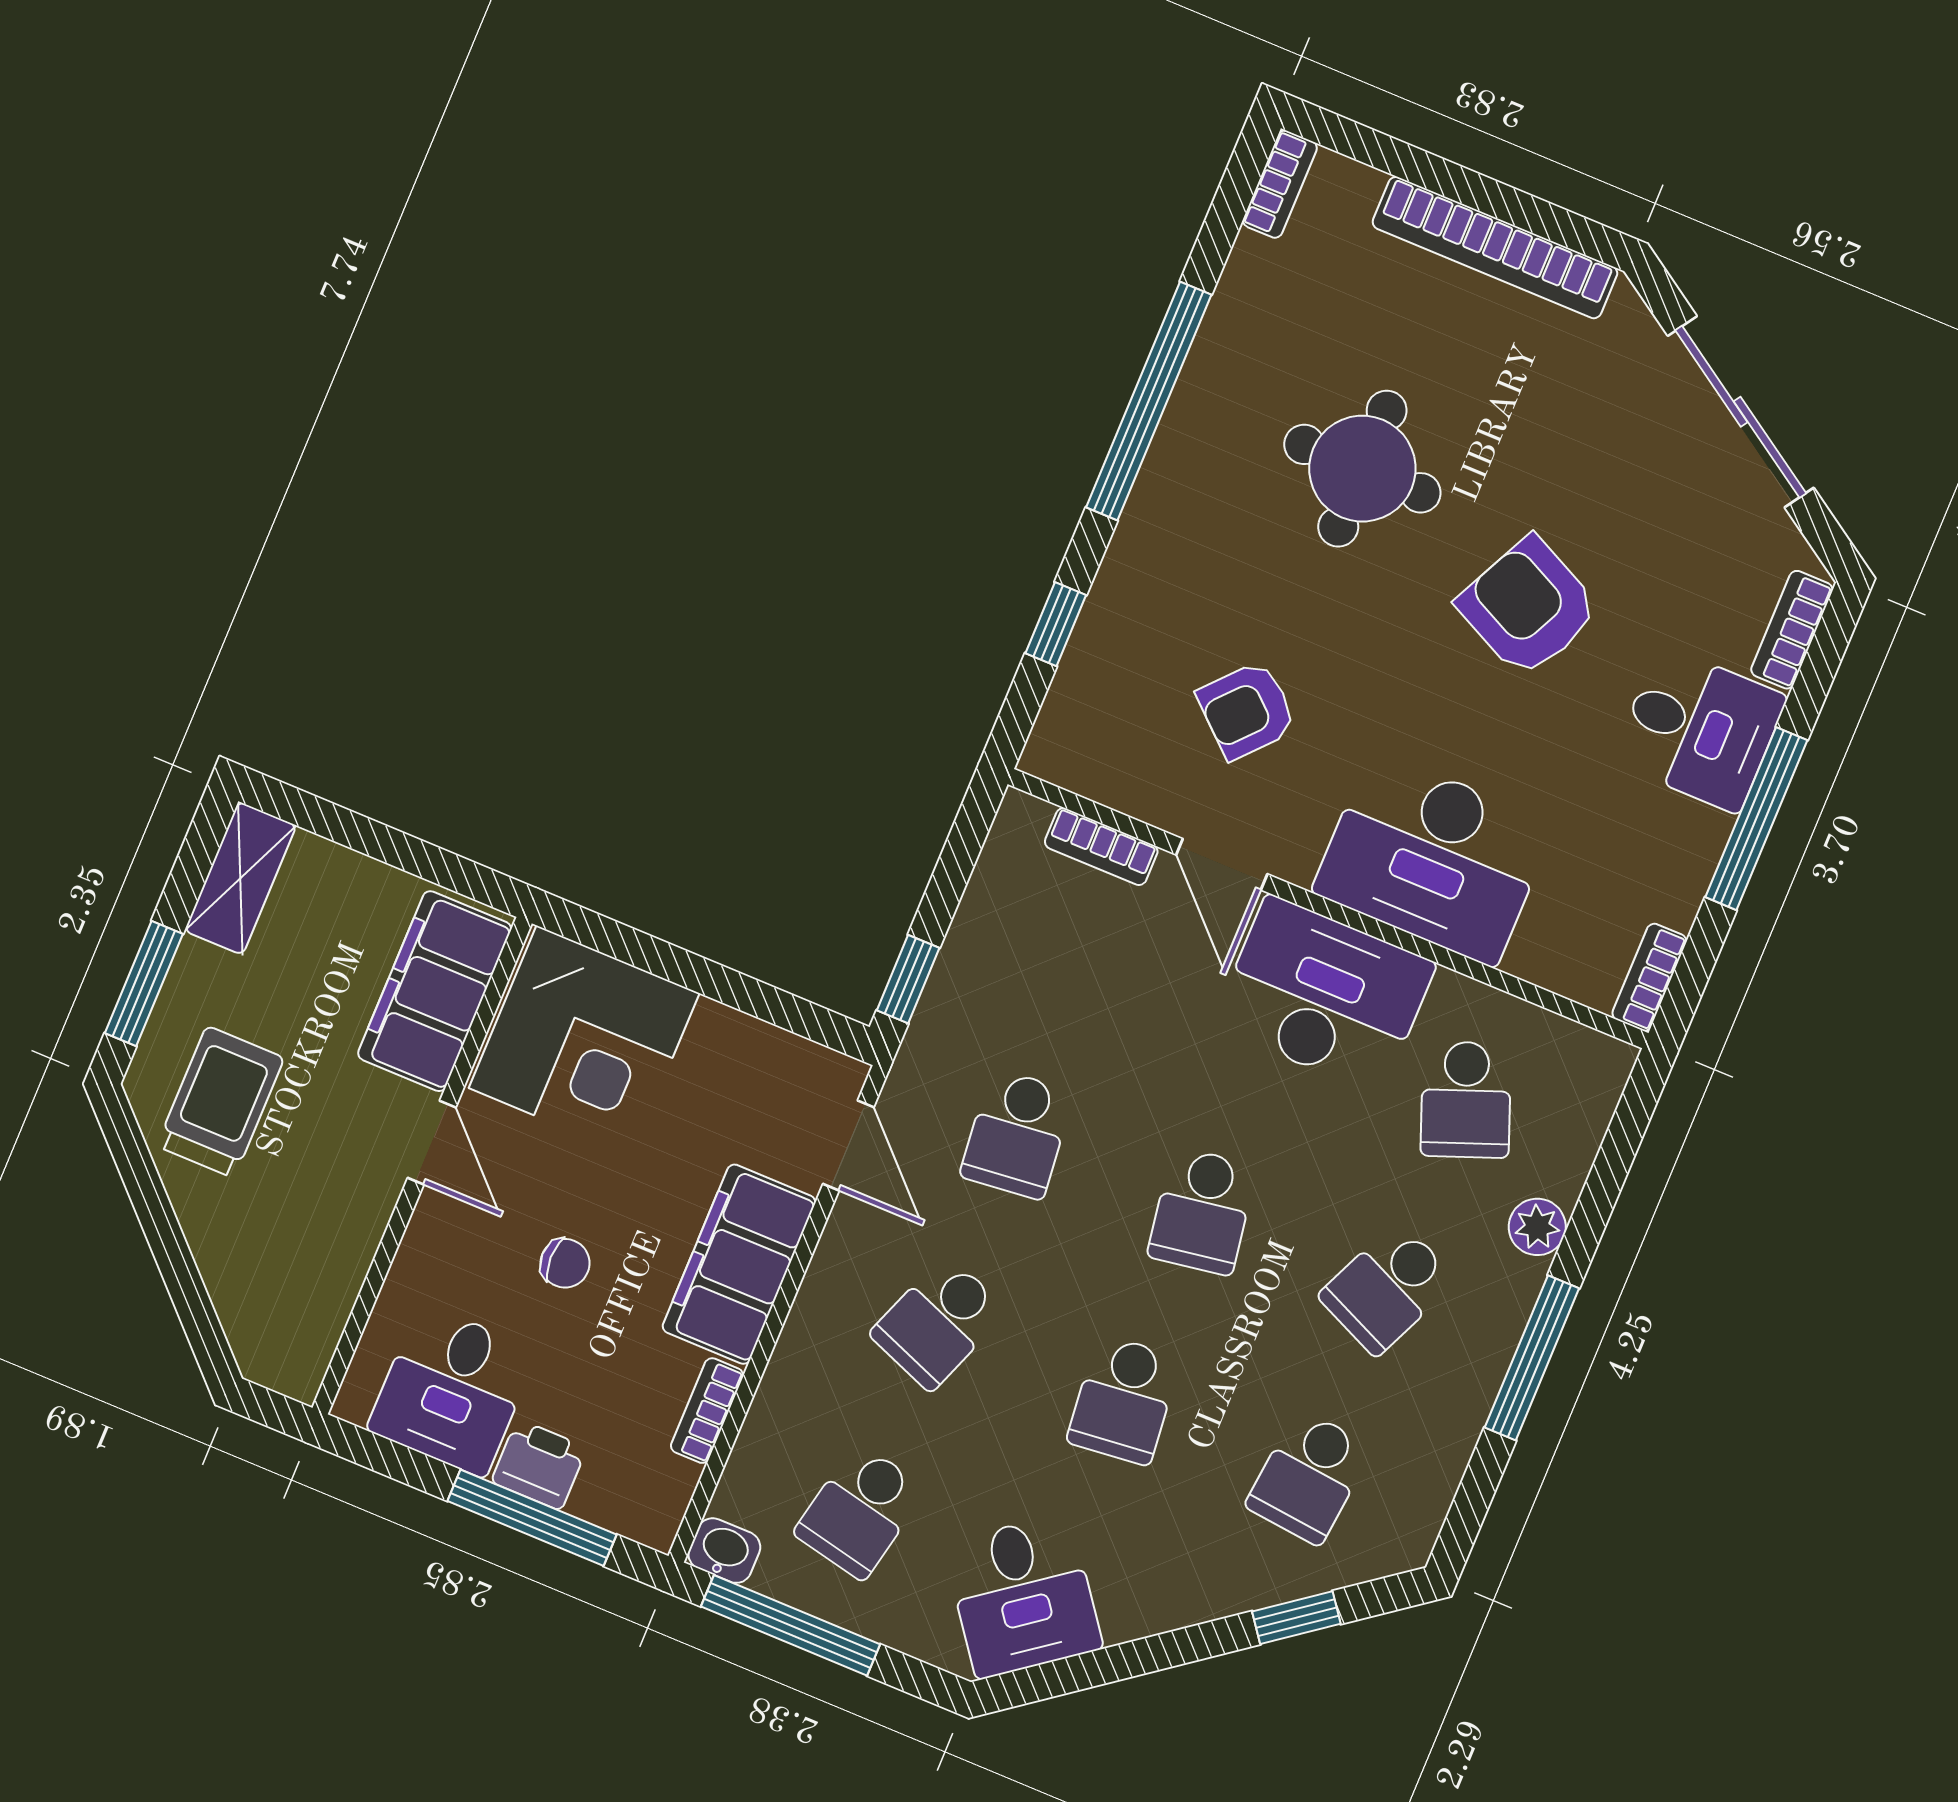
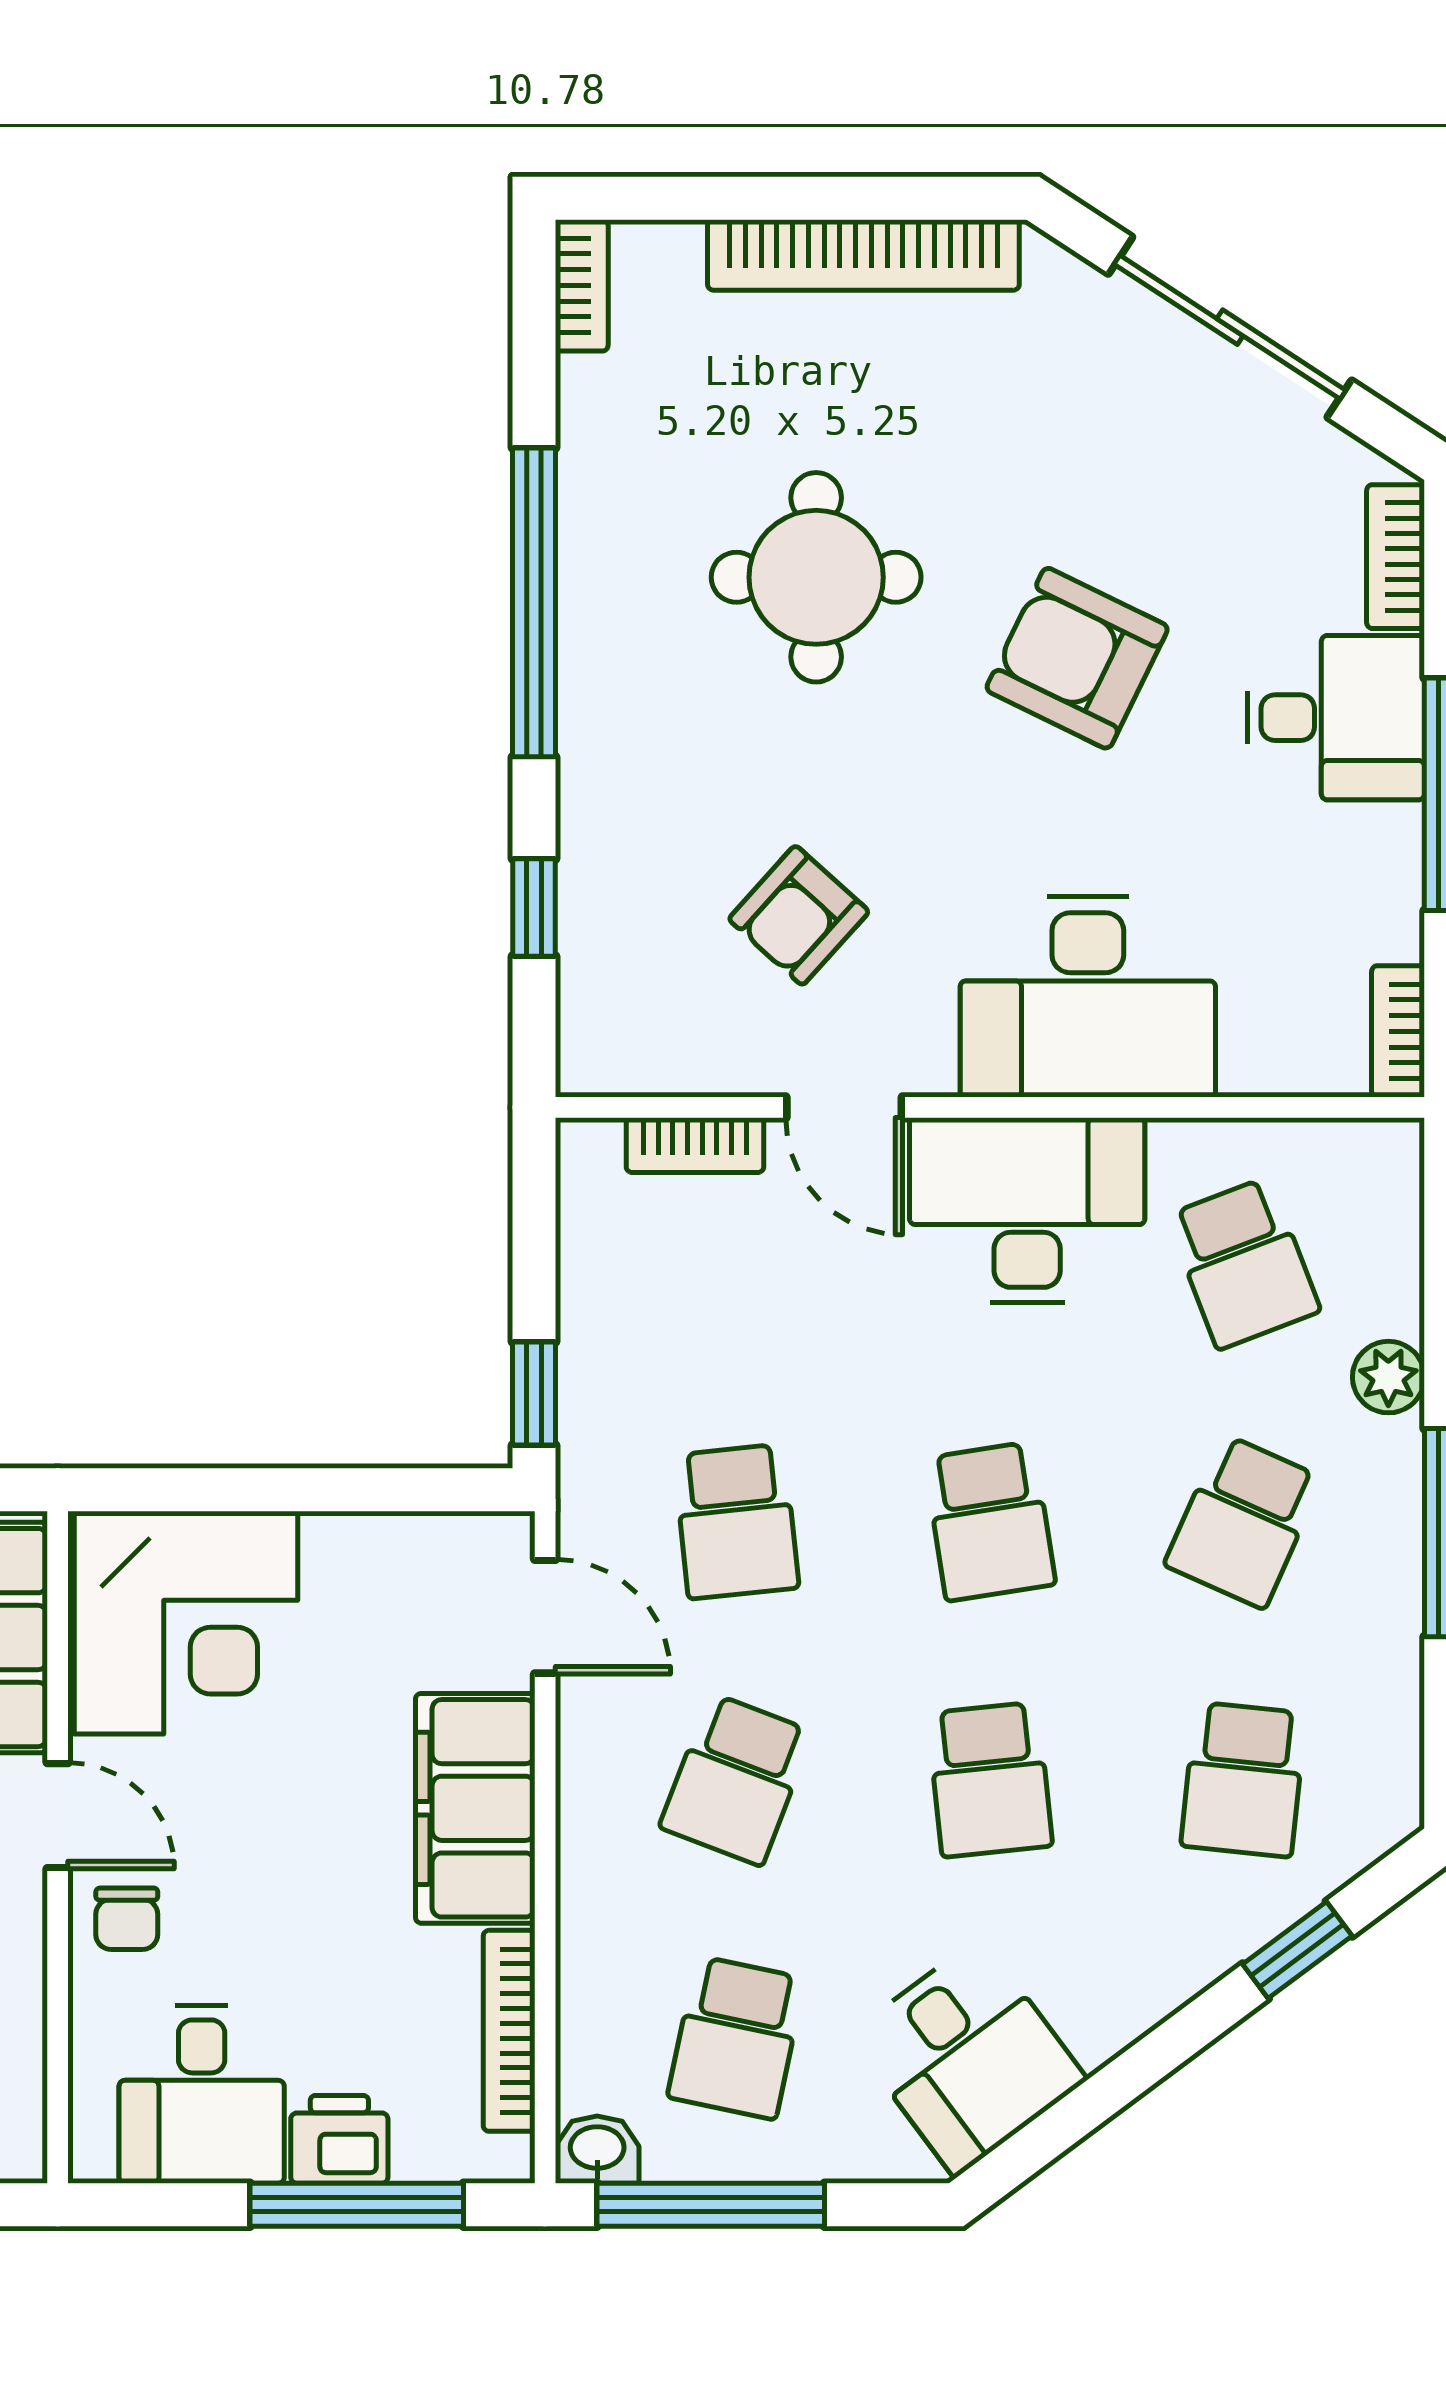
chair: (565, 1263) -> (127, 1919), moved, turned 91
bookcase: (707, 1411) -> (509, 2031), width x1.56

